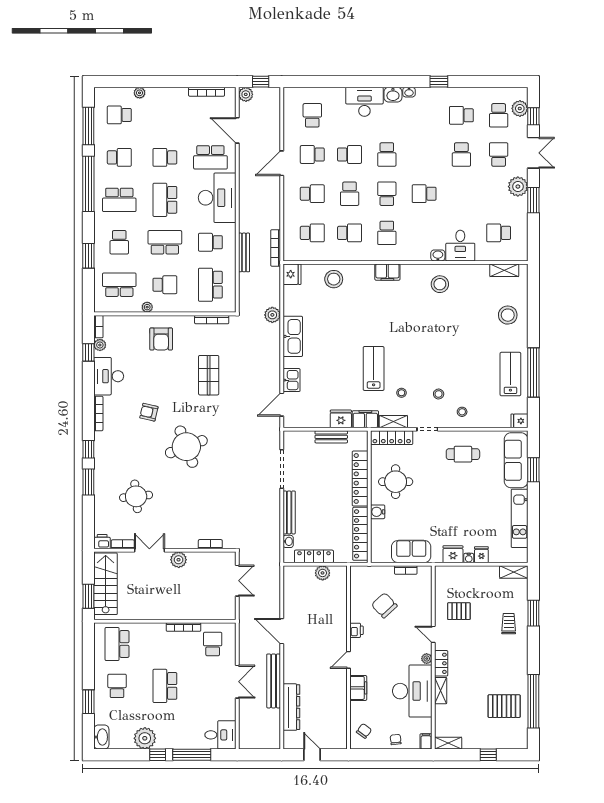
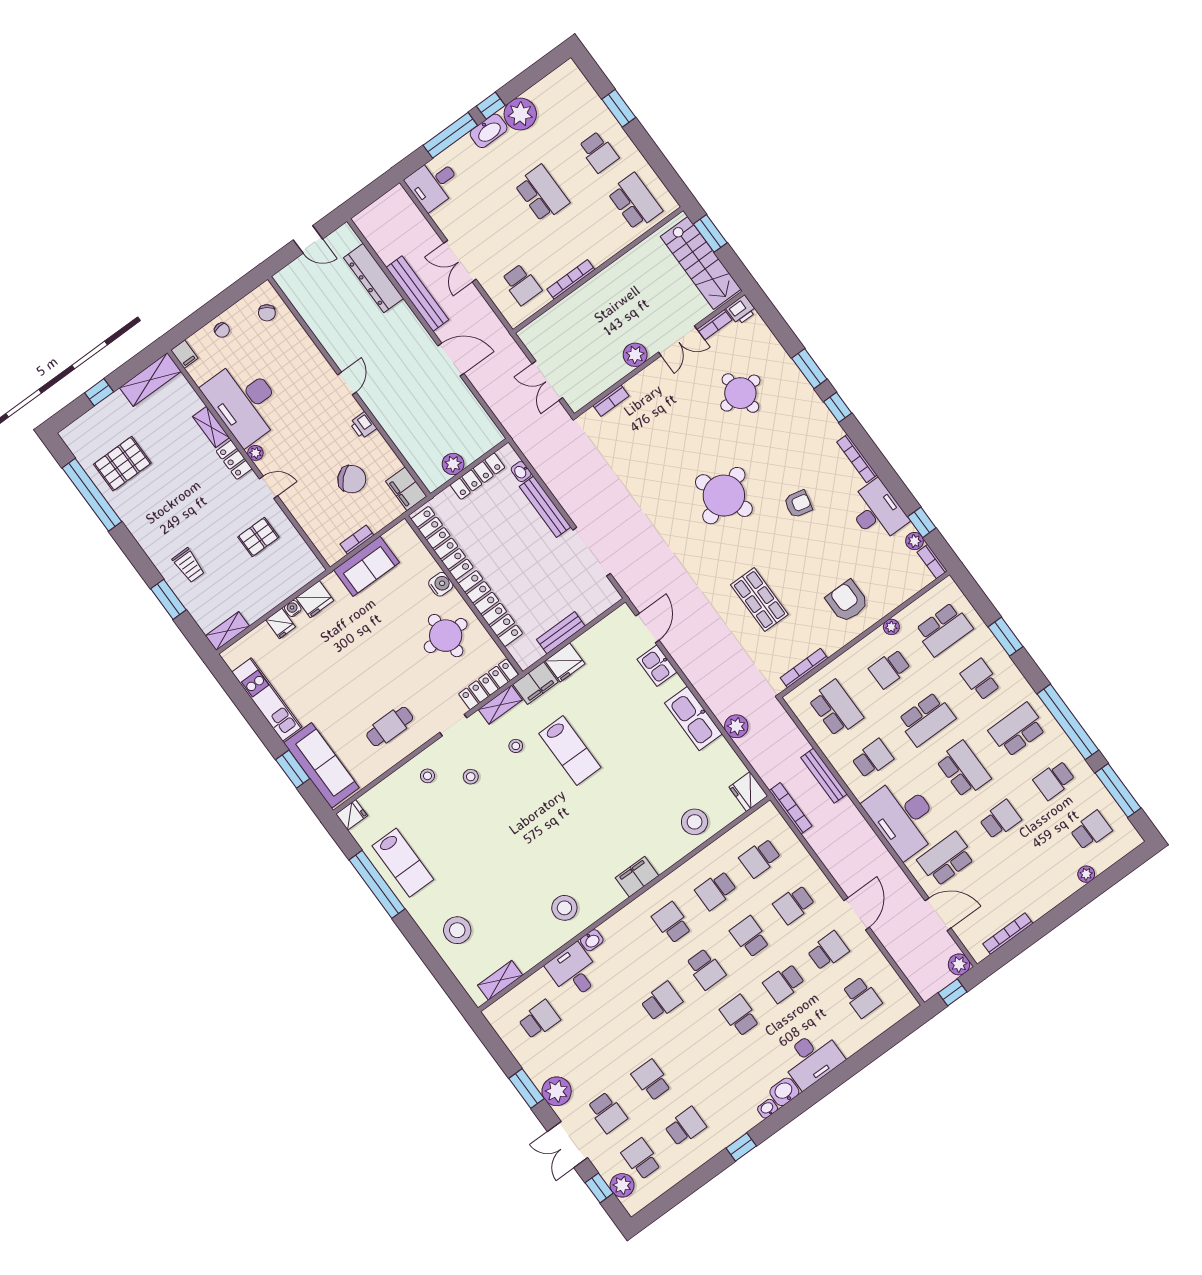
filing cabinet: (358, 688) -> (406, 489), moved
washbasin: (101, 737) -> (489, 131), moved, turned -90
shelving: (448, 743) -> (150, 380), width x1.50, depth x1.33

